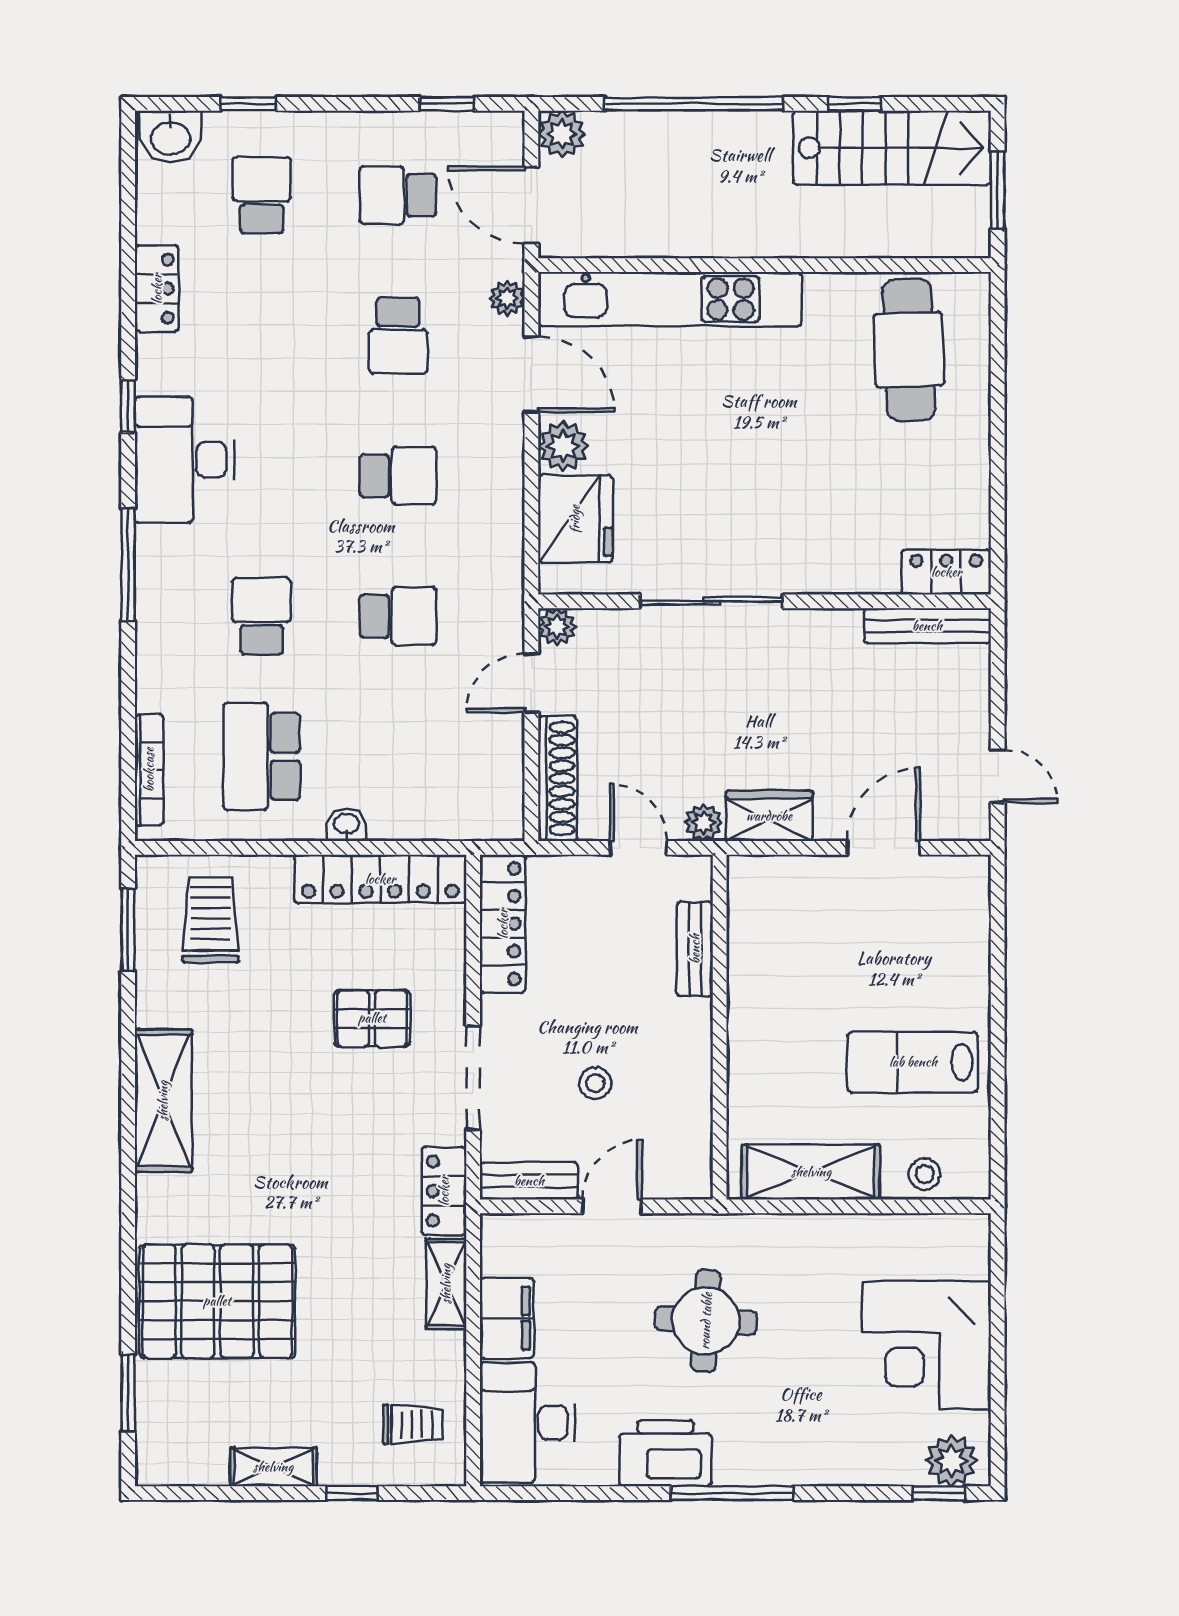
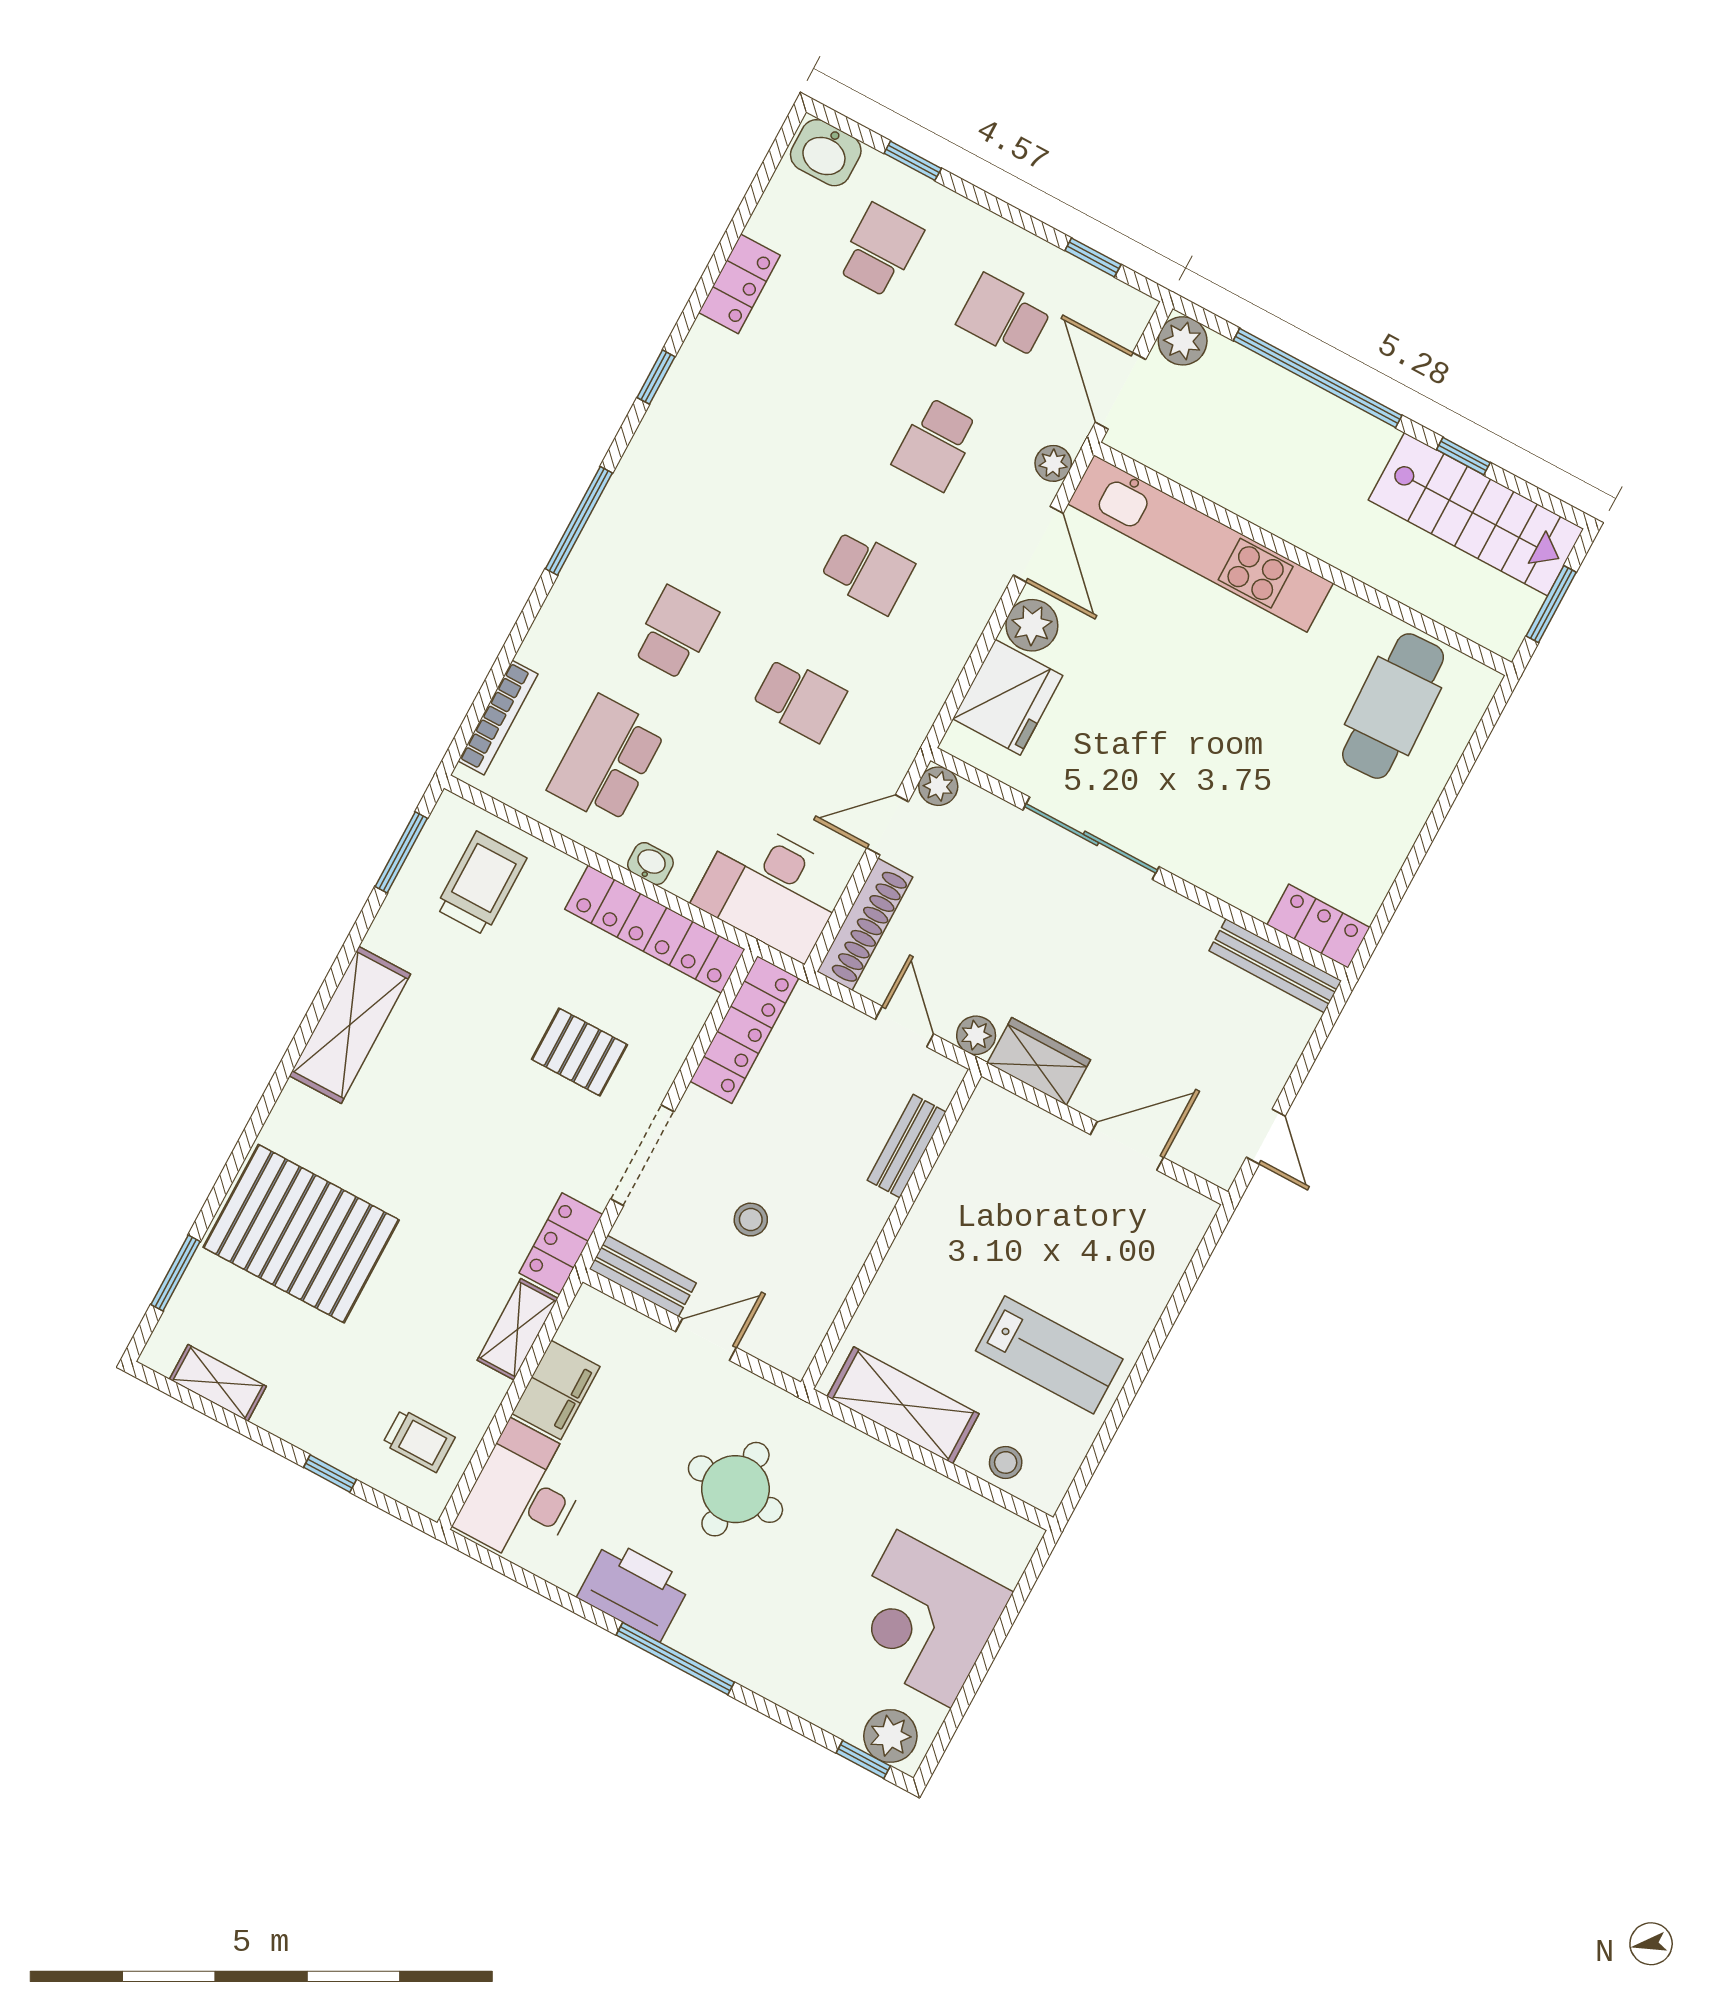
desk: (185, 460) -> (771, 889), moved, turned -90
lab bench: (913, 1062) -> (1049, 1355), turned 180
shelving: (273, 1467) -> (218, 1383), moved

